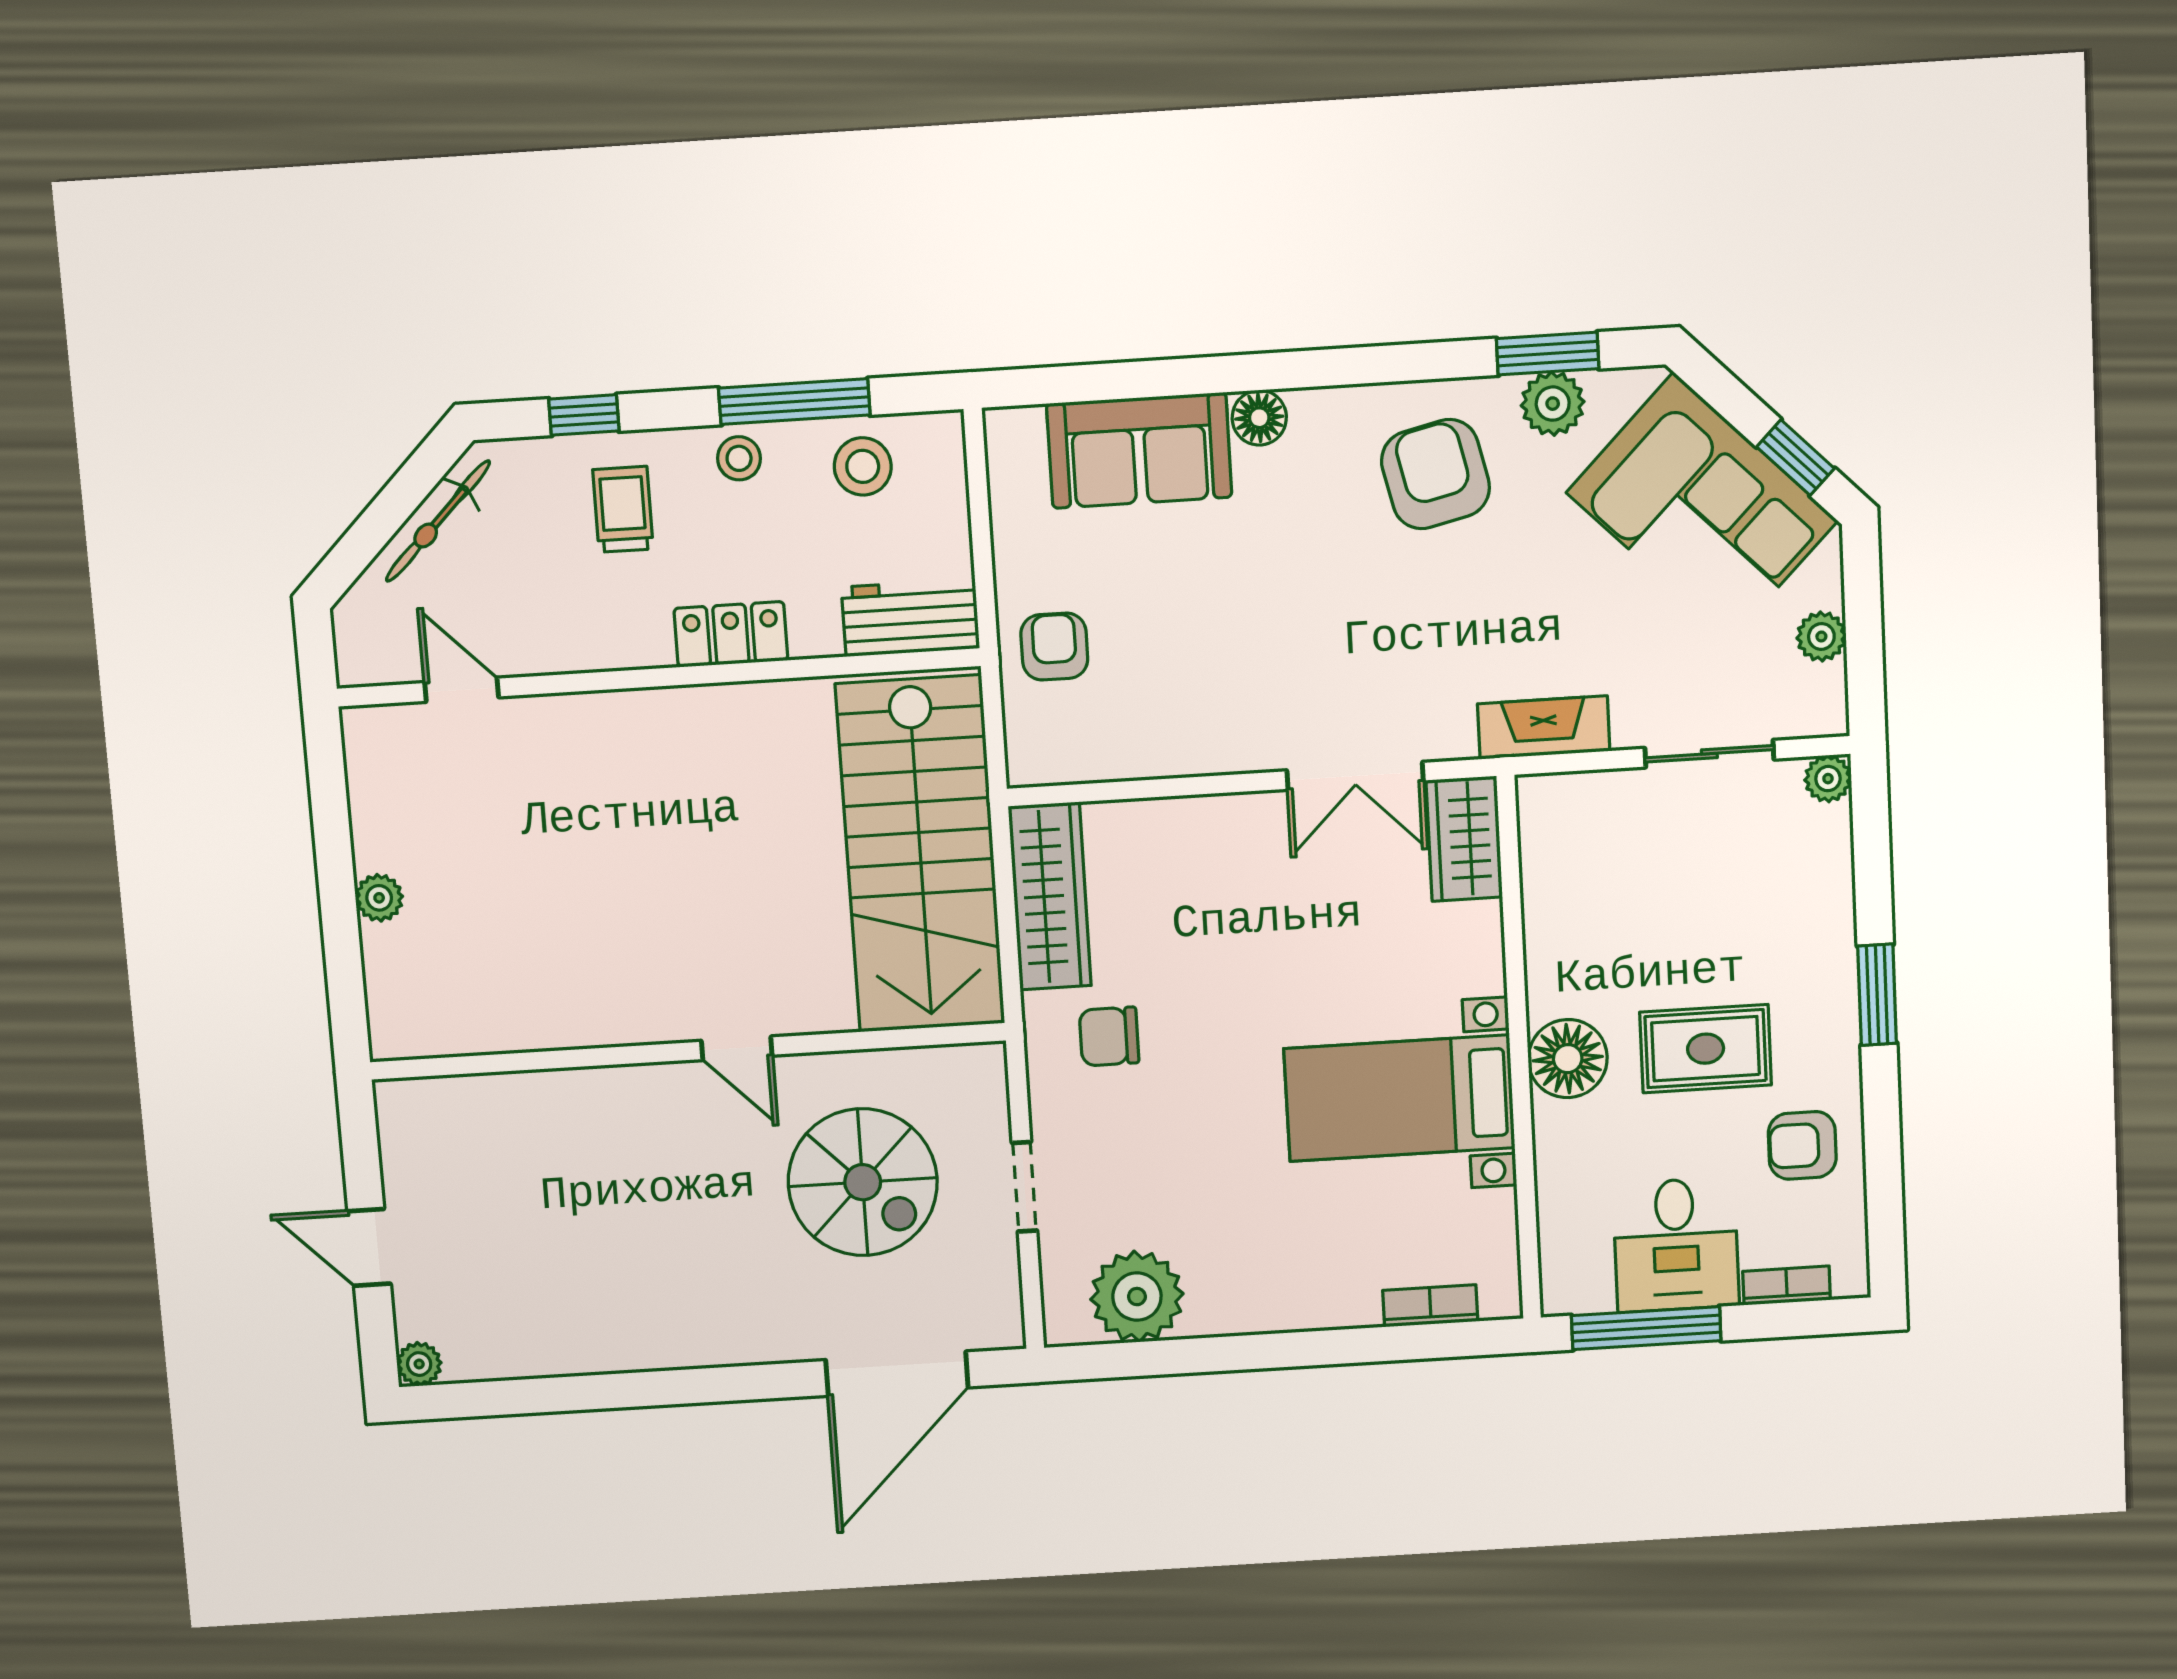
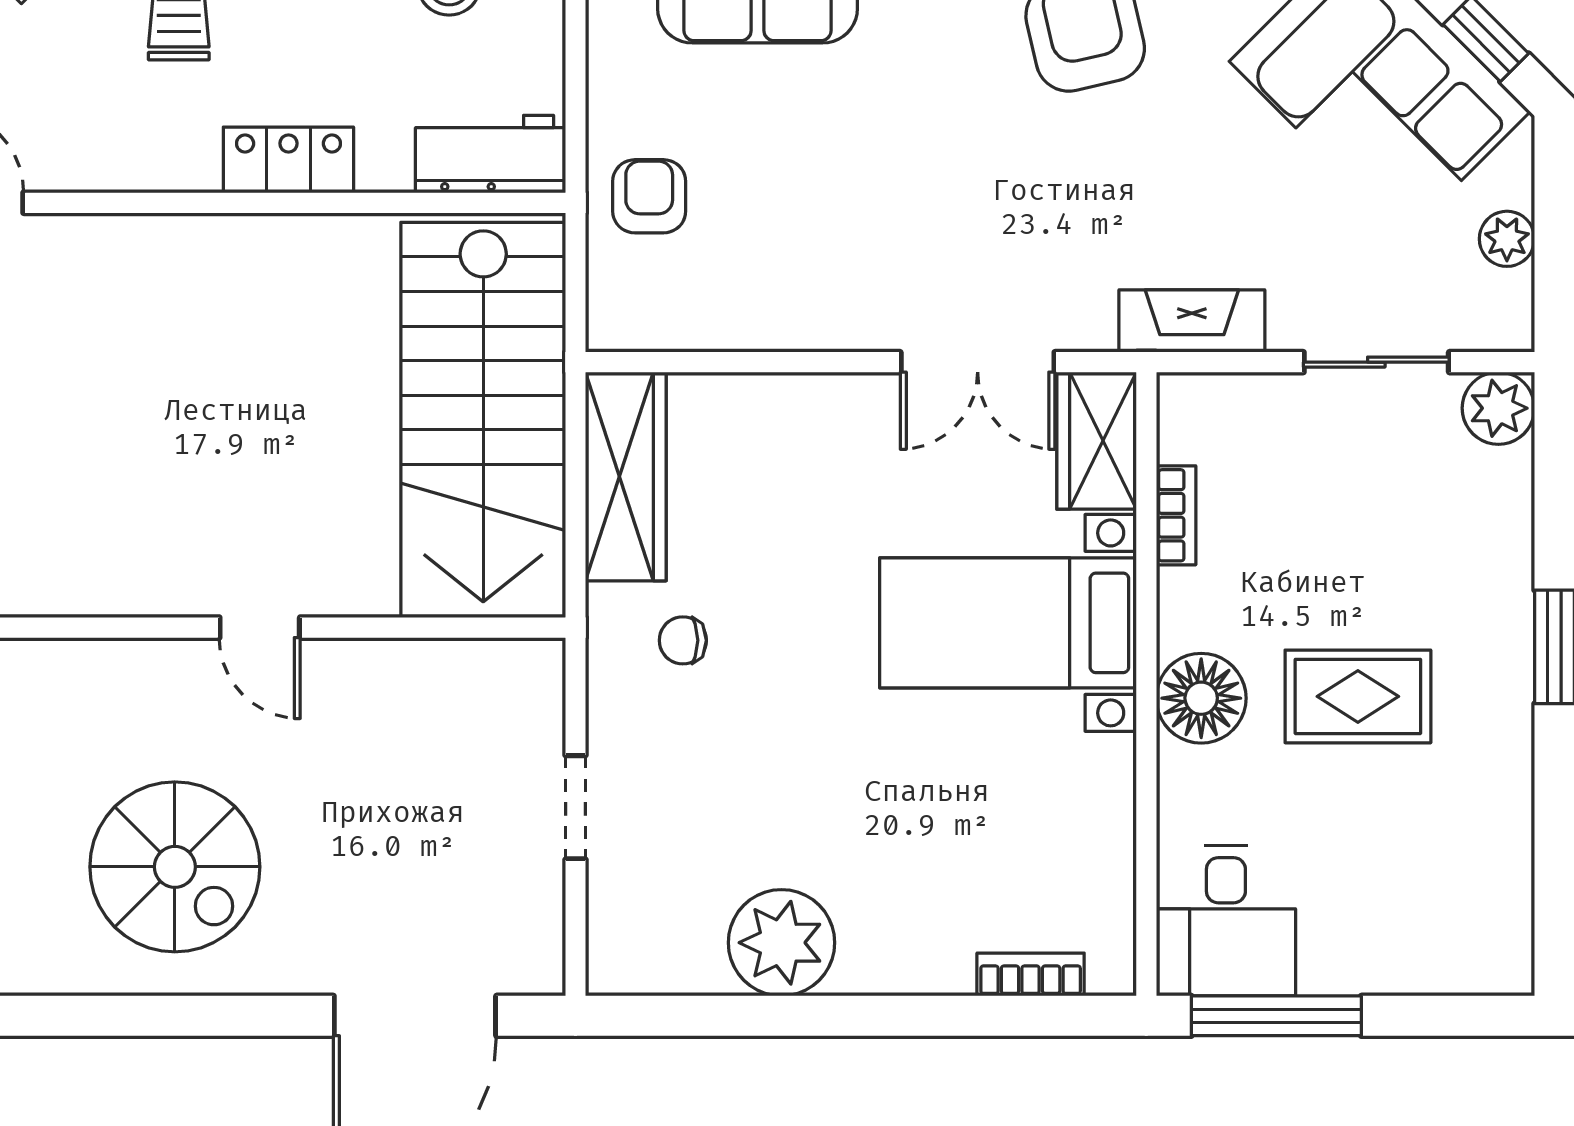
plant: (1828, 779) -> (1498, 408), width x1.38, depth x1.38
chair: (1109, 1036) -> (683, 640), width x0.73, depth x0.73
bed with nightstands: (1399, 1098) -> (1008, 623), moved
armchair: (1802, 1145) -> (1463, 815), removed
spiral stairs: (863, 1182) -> (175, 867), moved
desk: (1676, 1245) -> (1226, 921), moved
bookcase: (1787, 1286) -> (1176, 515), moved, turned 90
plant: (1137, 1297) -> (781, 943), moved

